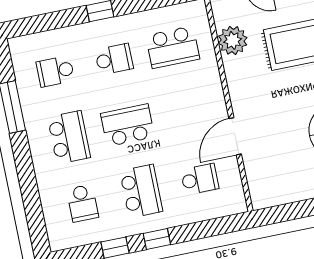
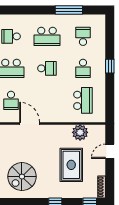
school desk: (173, 47) -> (83, 100), turned 180
school desk: (128, 125) -> (47, 68), width x0.54

